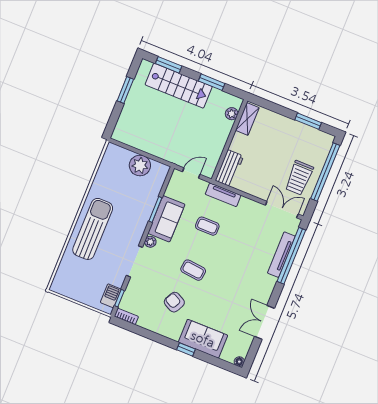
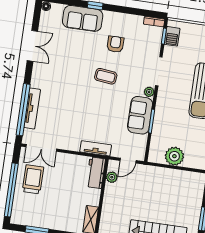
plant: (232, 114) -> (112, 177), moved
coffee table: (207, 226) -> (103, 118), removed
armchair: (174, 302) -> (115, 44), turned -117

